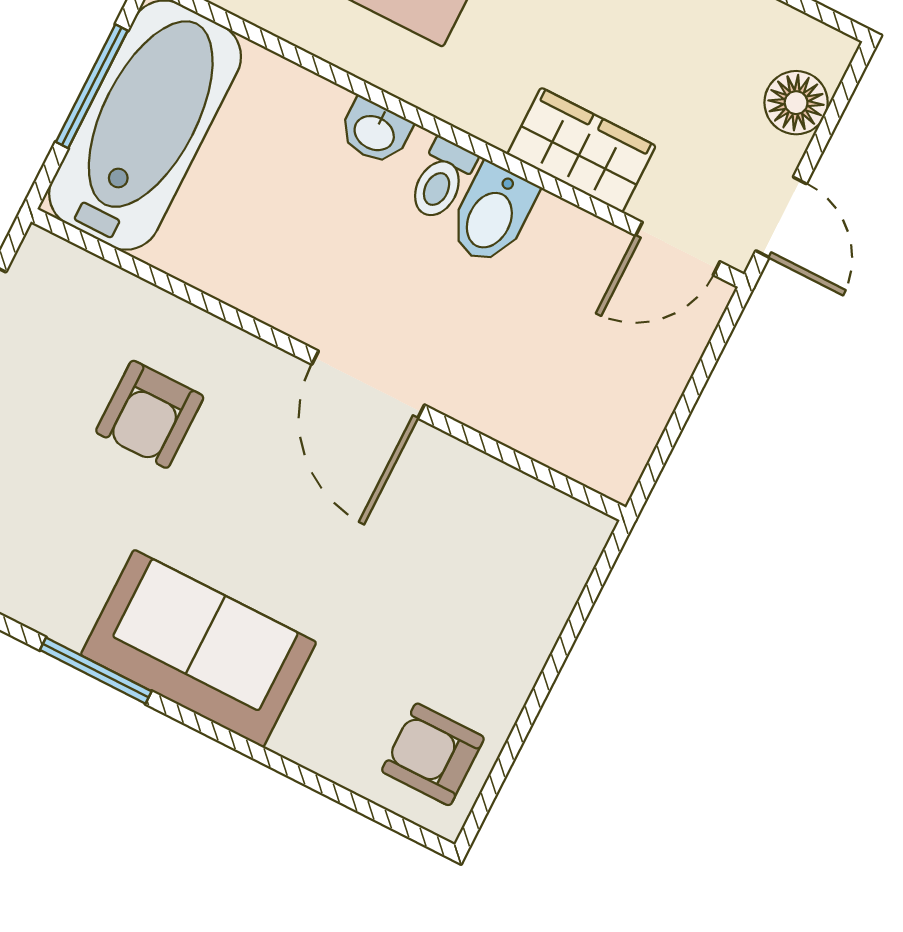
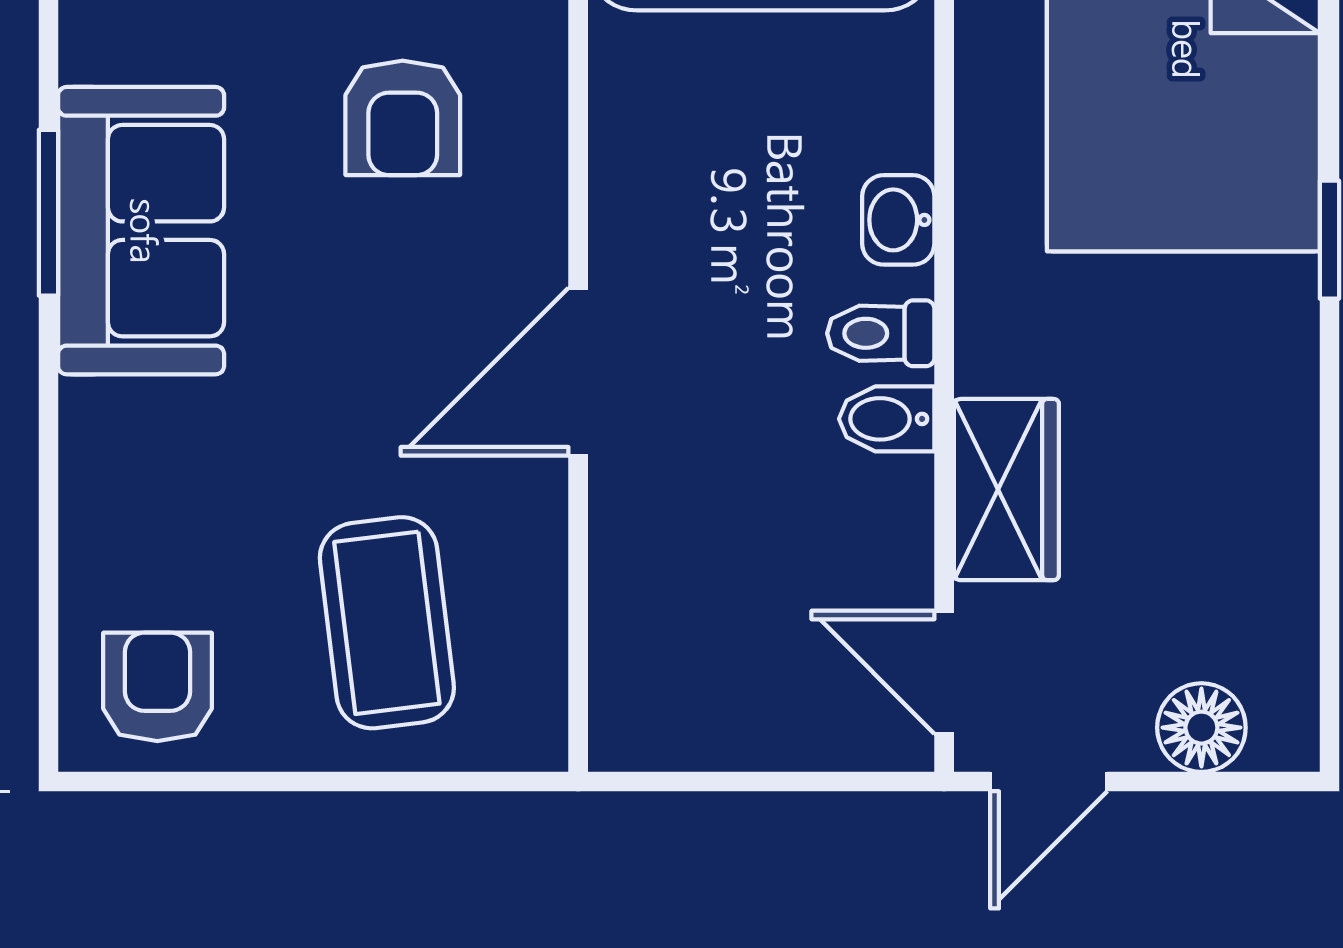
bidet: (492, 214) -> (887, 419), width x0.72, depth x0.74
armchair: (150, 414) -> (403, 118), turned -90
coffee table: (466, 588) -> (387, 623), added
sofa: (198, 648) -> (141, 231), moved

